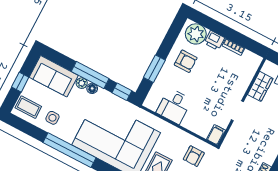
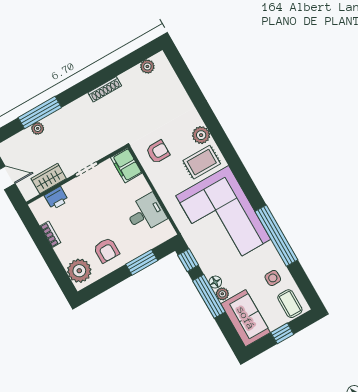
printer: (214, 40) -> (56, 198), moved, turned 90
armchair: (186, 61) -> (106, 250), turned 180
filing cabinet: (216, 135) -> (126, 165), width x2.00

